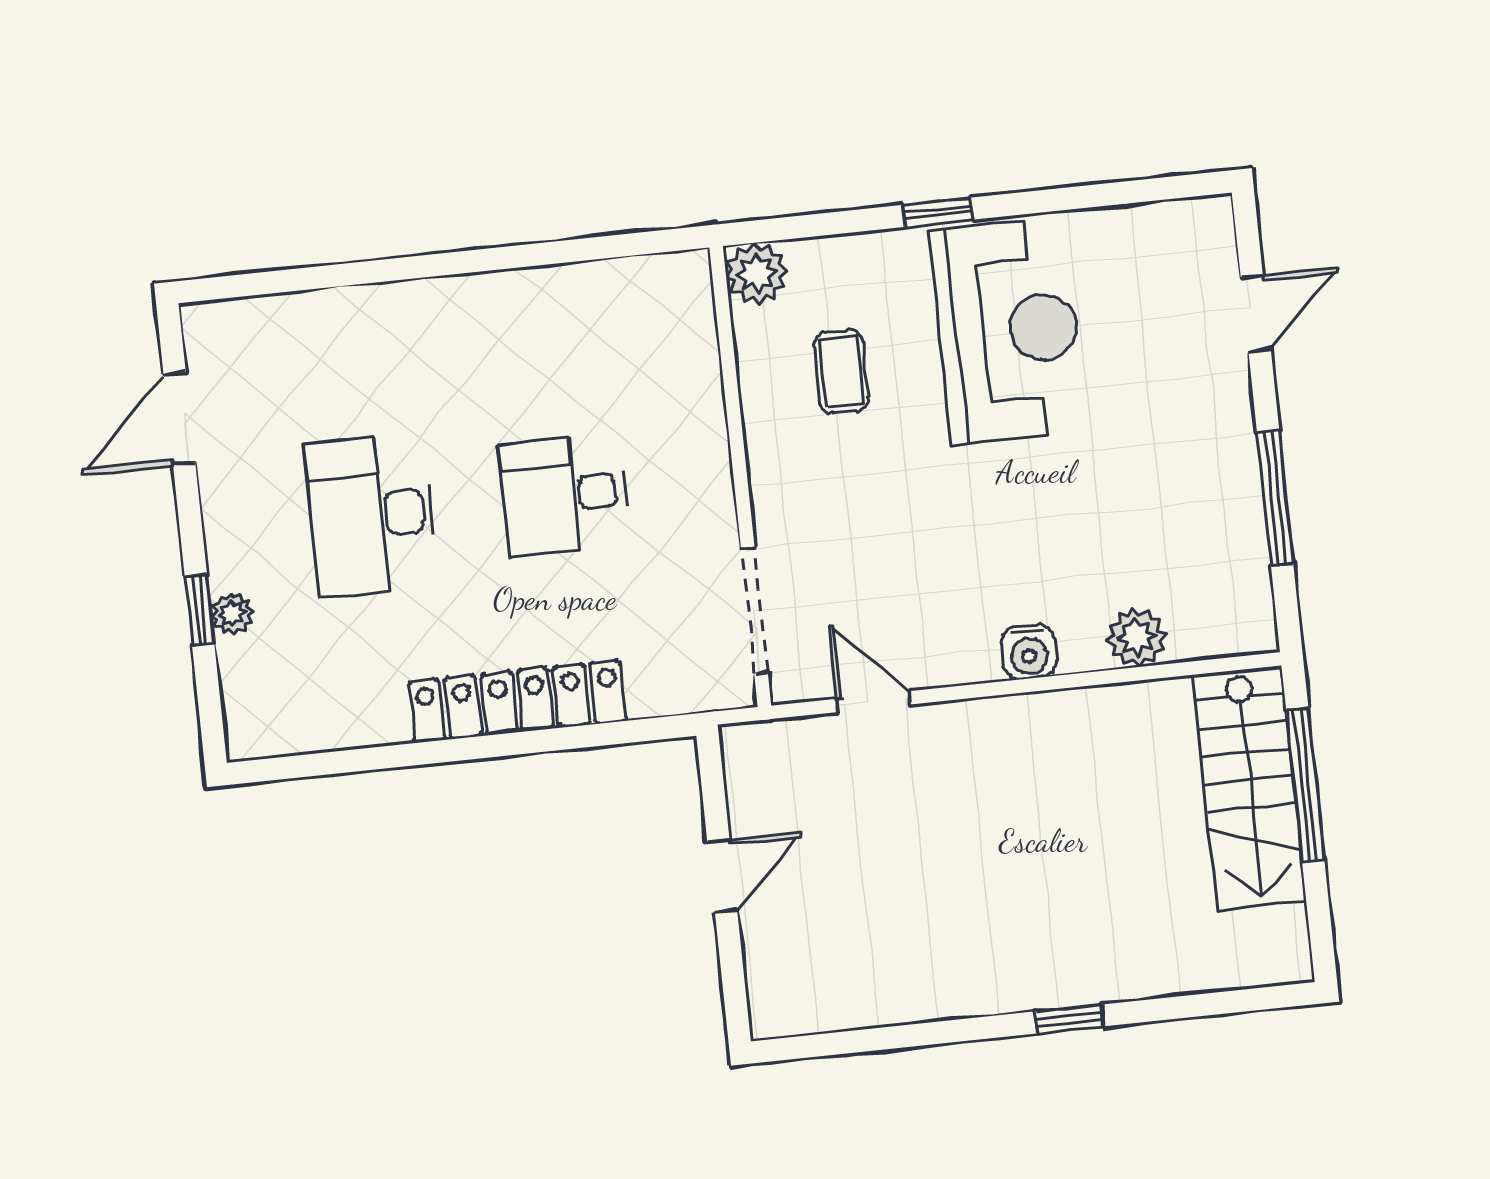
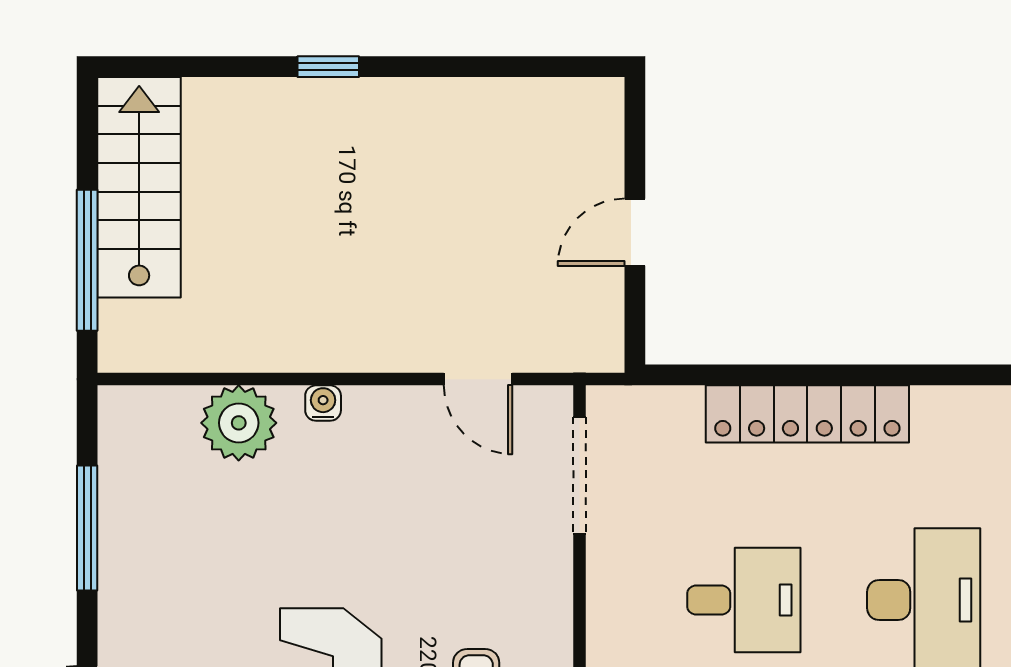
plant: (1137, 637) -> (239, 423), width x1.36, depth x1.36
water cooler: (1029, 652) -> (323, 403), width x0.72, depth x0.72
stairs: (1249, 788) -> (139, 187), moved

